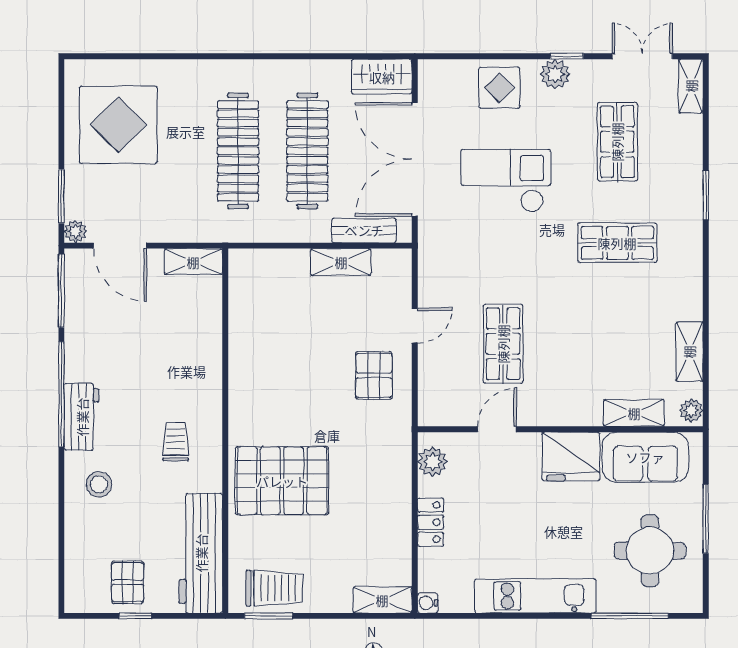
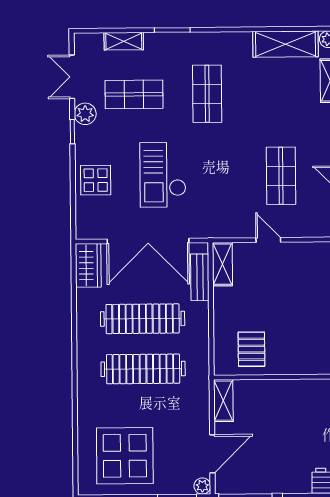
plant: (555, 74) -> (85, 114), moved
shelving: (691, 86) -> (124, 41), moved
shelving: (341, 262) -> (223, 264), moved
shop shelf: (503, 344) -> (281, 176), turned 90
shelving: (689, 352) -> (285, 44), width x1.50, depth x1.33
pallet: (374, 375) -> (251, 349), moved, turned 90

